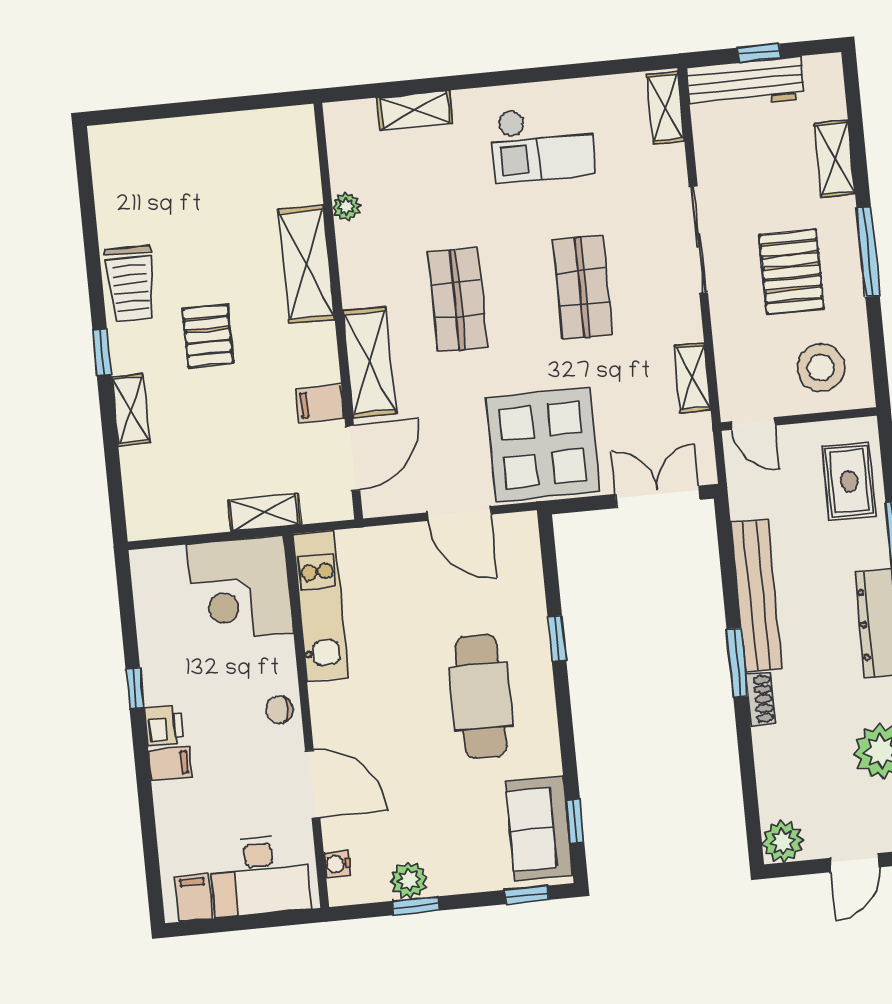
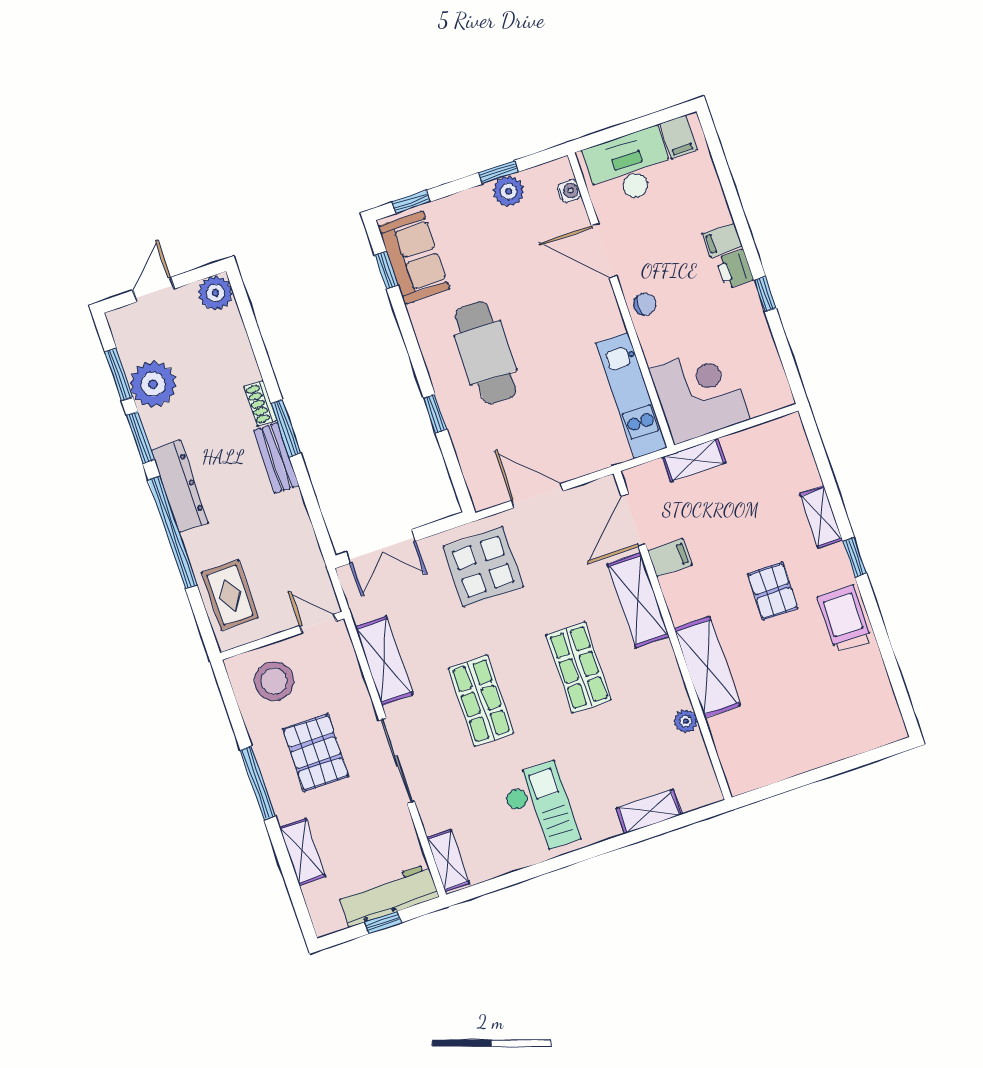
checkout: (543, 143) -> (540, 809), turned 90
shelving: (692, 378) -> (384, 661), width x1.50, depth x1.33
display table: (543, 445) -> (483, 567), width x0.73, depth x0.73
bench: (756, 595) -> (276, 458), width x0.54, depth x0.82

